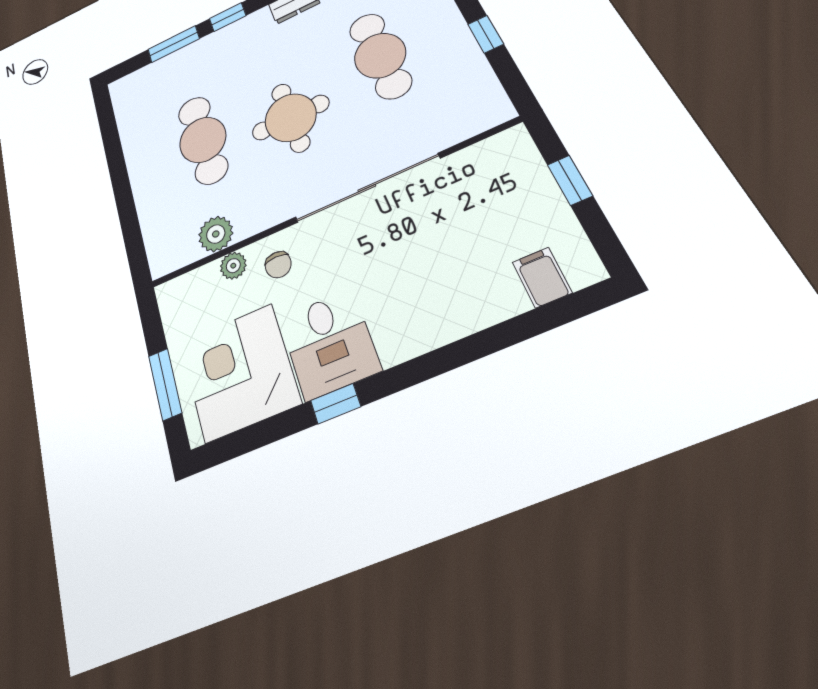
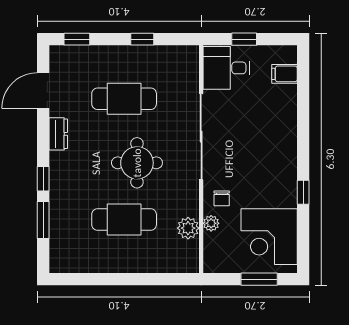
chair: (278, 265) -> (222, 198), turned 90
desk: (329, 344) -> (226, 68), moved, turned 180

